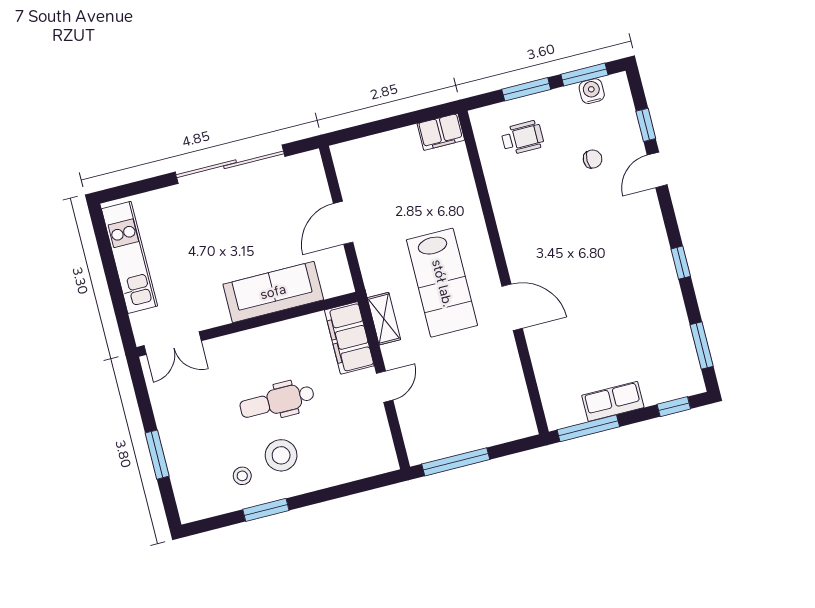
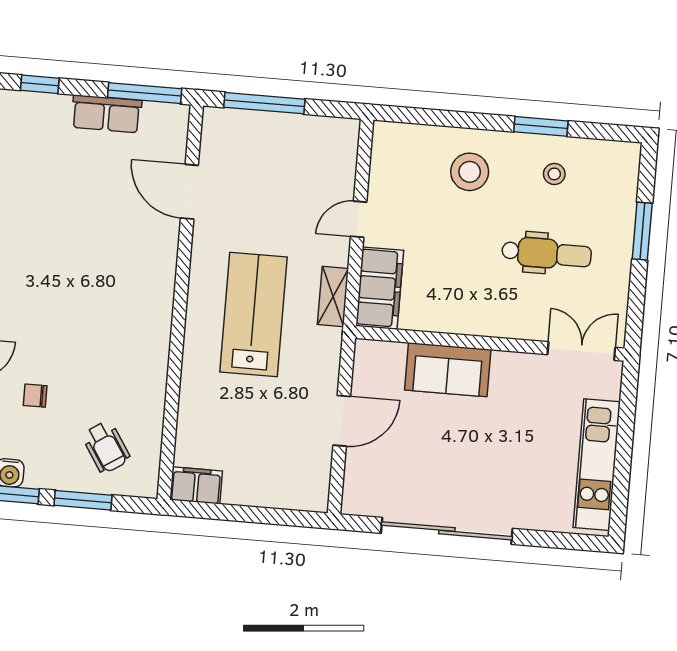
wheelchair: (522, 138) -> (106, 447), turned -123
sofa: (273, 292) -> (448, 370), width x0.73
door: (512, 307) -> (189, 192), moved
dental chair: (277, 401) -> (547, 253), moved
stool: (281, 455) -> (470, 172), moved
window: (456, 462) -> (264, 103), moved

